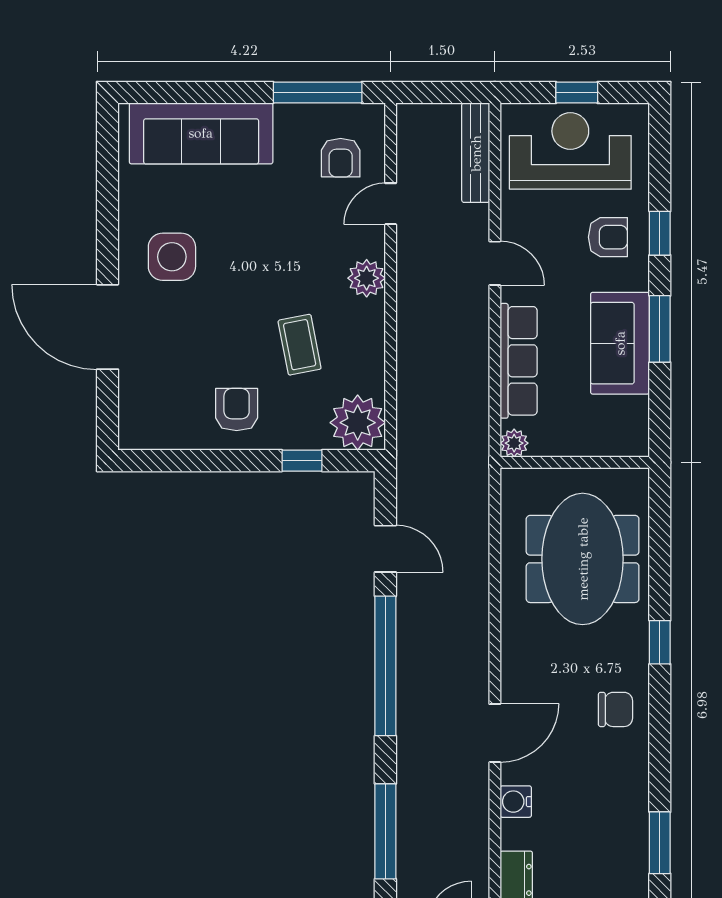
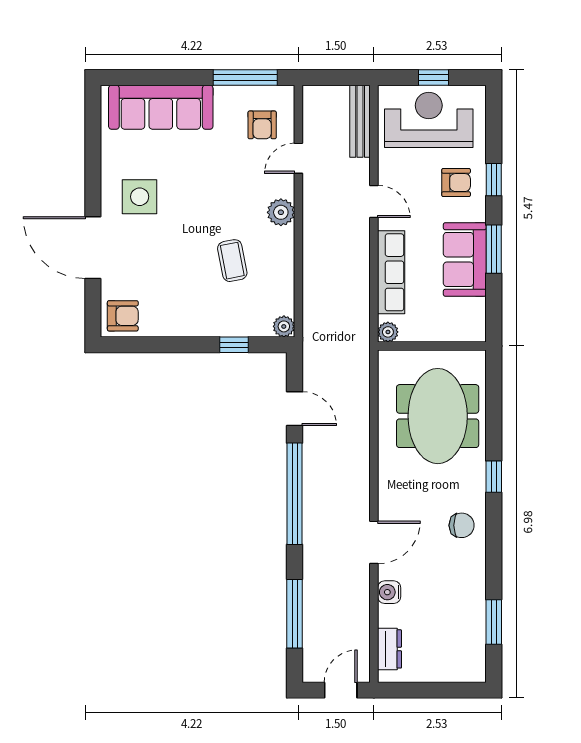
armchair: (237, 410) -> (123, 316), moved, turned 90
plant: (358, 423) -> (284, 326), width x0.53, depth x0.53

